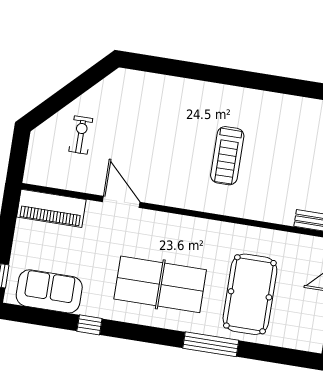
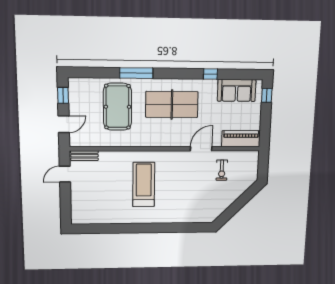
exercise bike: (81, 135) -> (222, 170), moved
treadmill: (227, 156) -> (144, 185), width x1.37, depth x1.38
door: (121, 202) -> (201, 149), swing flipped

